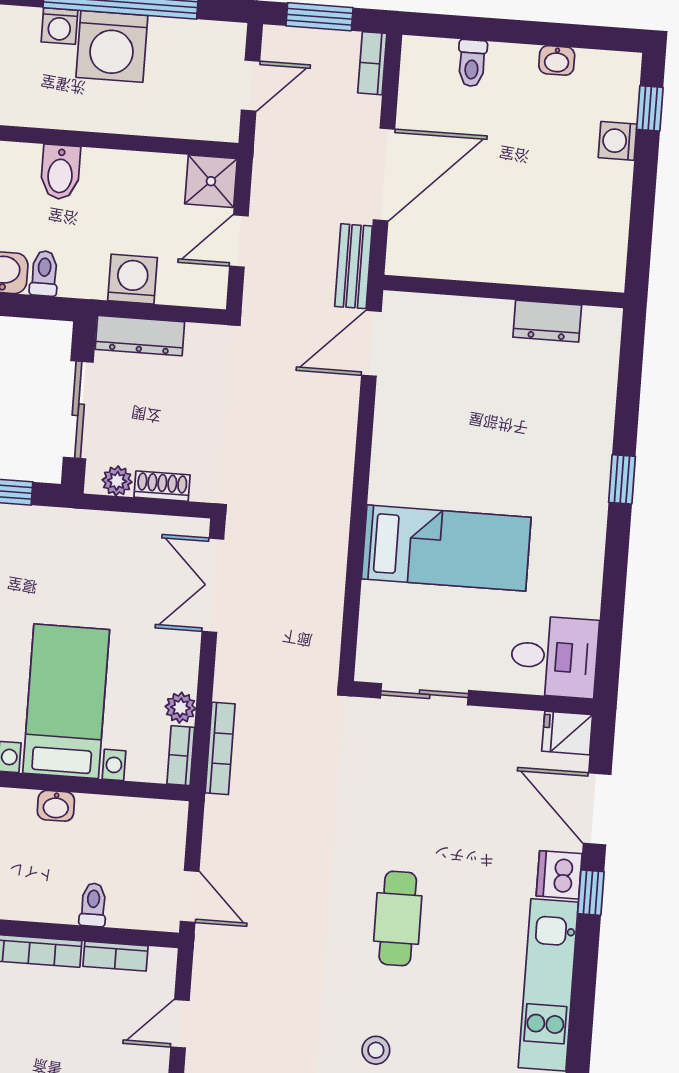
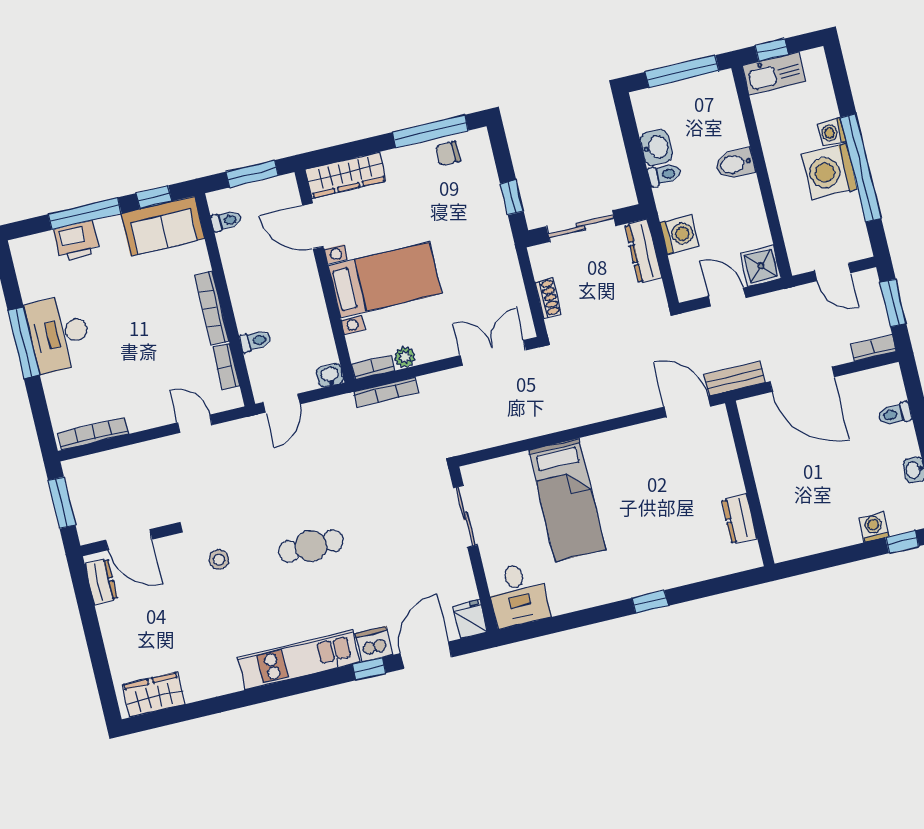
plant: (117, 481) -> (542, 267), removed
washbasin: (56, 806) -> (330, 376), moved, turned 90

